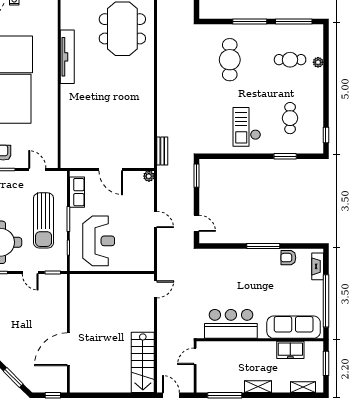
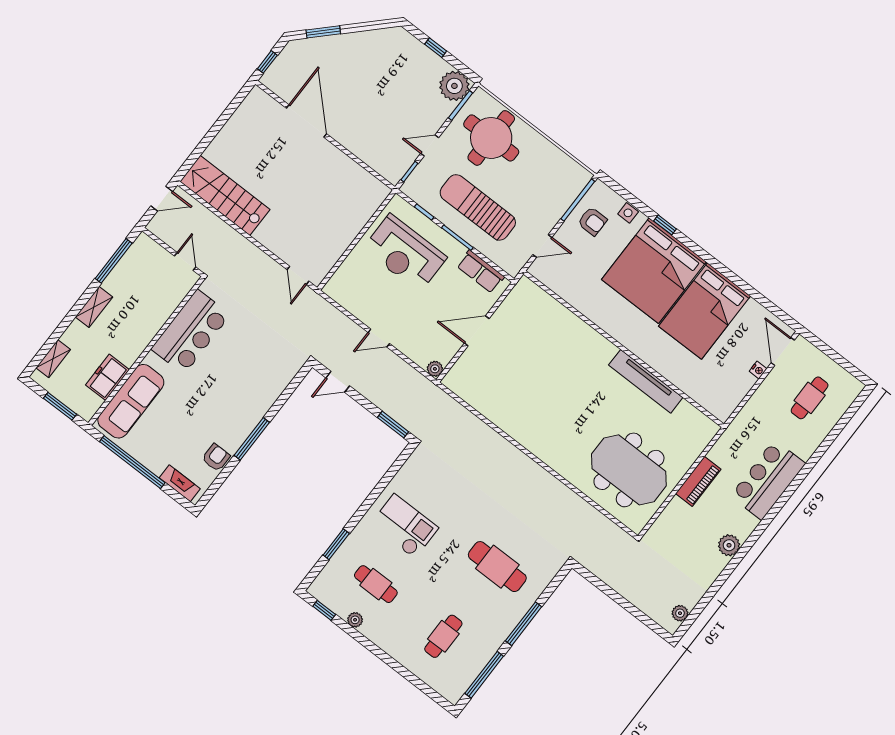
plant: (318, 62) -> (355, 620), moved
bench: (162, 151) -> (452, 407), removed

